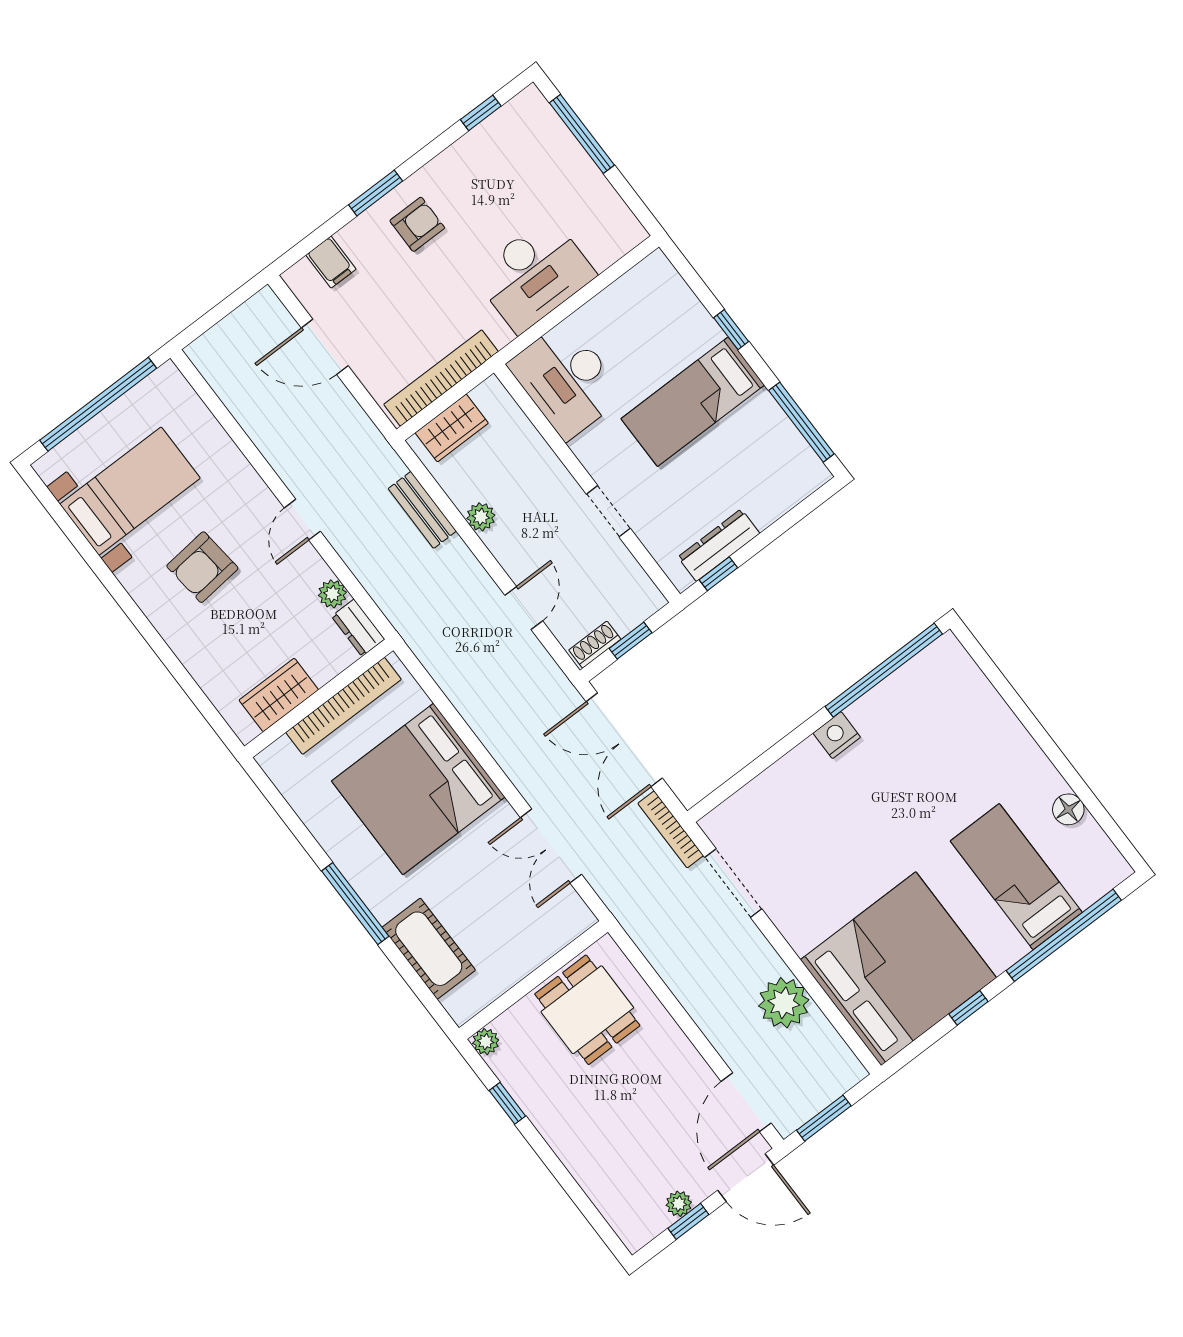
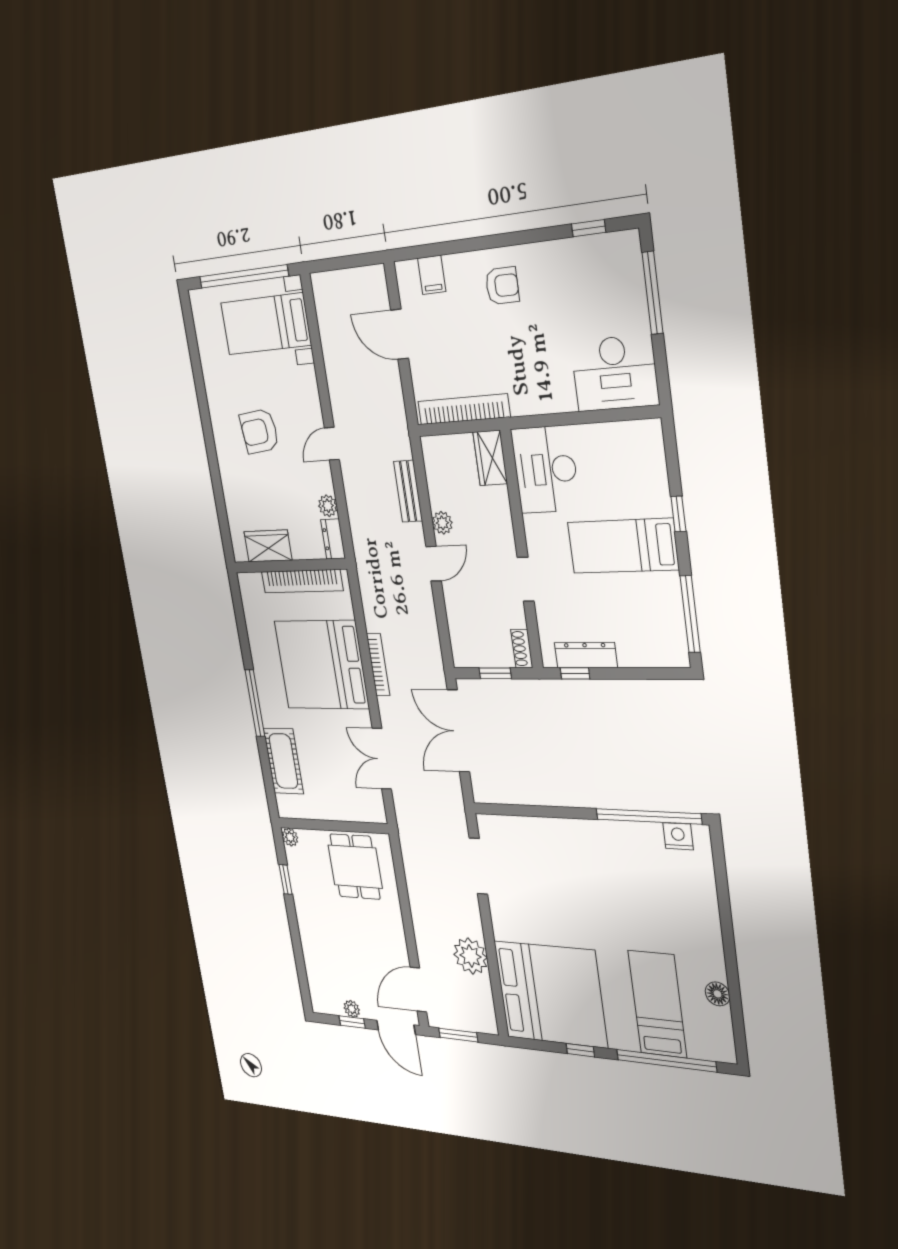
window: (376, 193) -> (486, 243), removed
desk: (534, 275) -> (615, 373), moved
wardrobe: (452, 428) -> (490, 458), moved, turned 90
bed with nightstands: (130, 491) -> (266, 324), moved, turned 180
door: (524, 608) -> (434, 564), moved
shoe rack: (595, 645) -> (522, 649), moved, turned -90
nightstand: (837, 735) -> (678, 836), moved
bookcase: (671, 829) -> (378, 665), moved, turned 180

